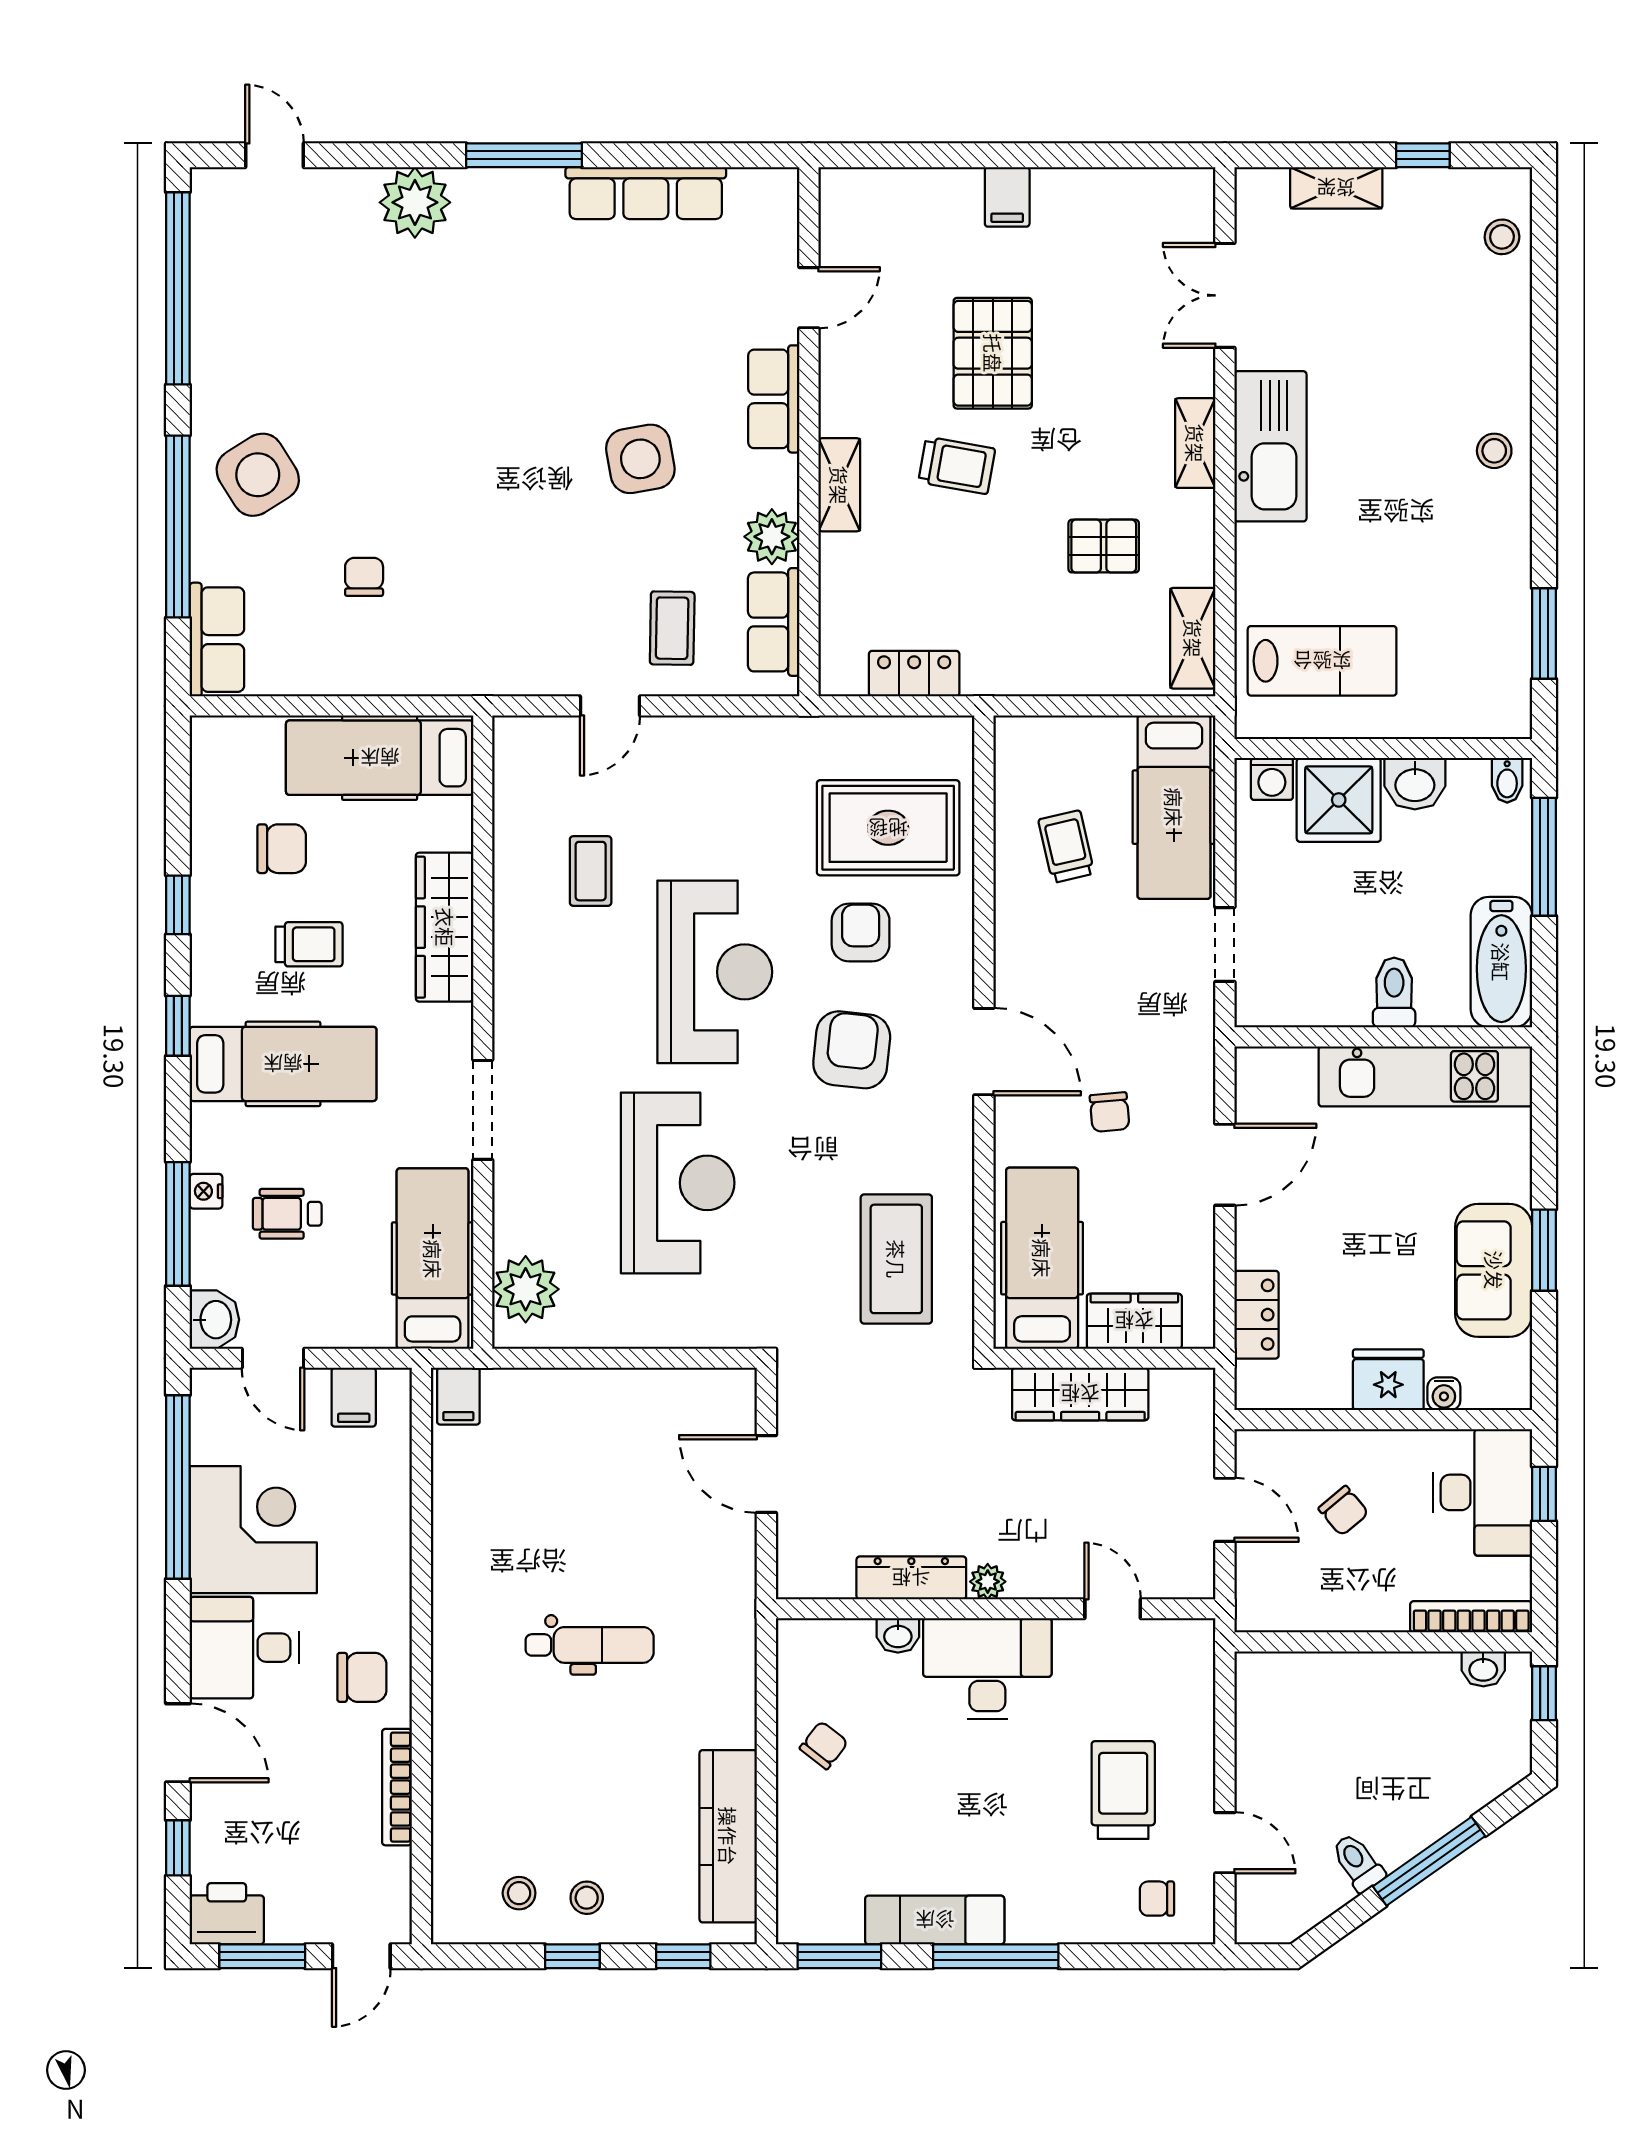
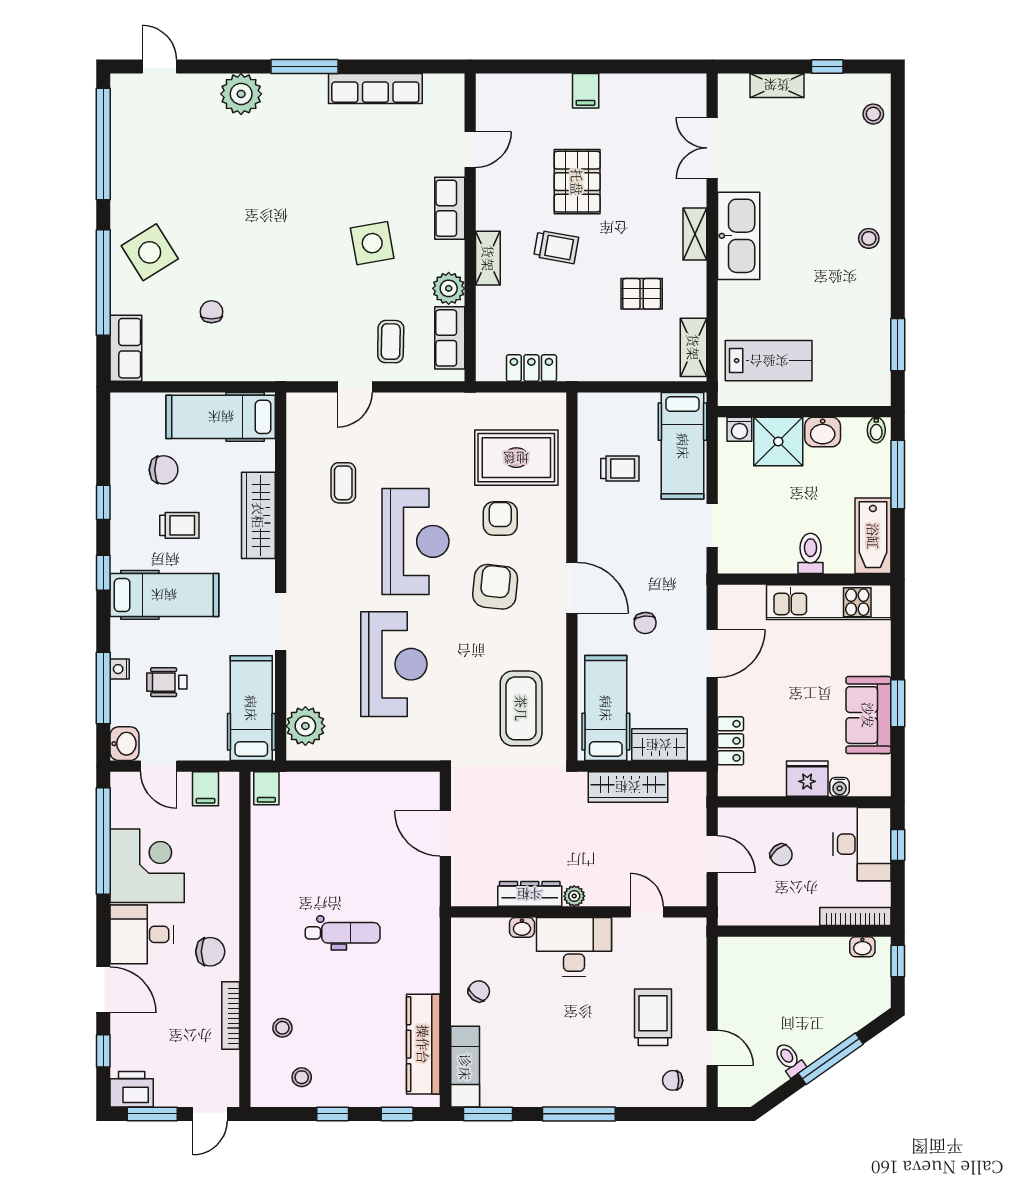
trolley: (1066, 847) -> (620, 469), turned 103
stool: (587, 1898) -> (282, 1028), moved
exam couch: (935, 1920) -> (465, 1067), moved, turned 90

